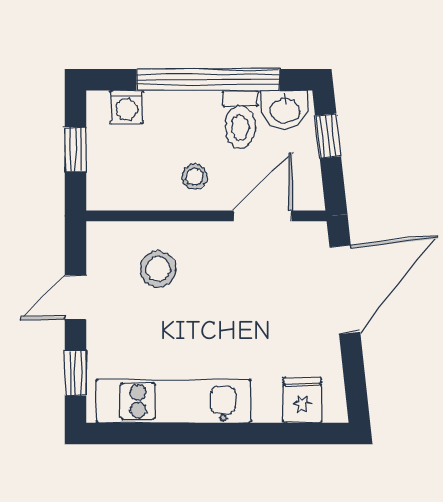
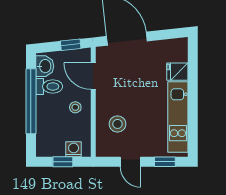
washing machine: (127, 107) -> (74, 149), moved, turned -90
window: (328, 136) -> (71, 45), moved
fridge: (302, 400) -> (177, 72), moved

